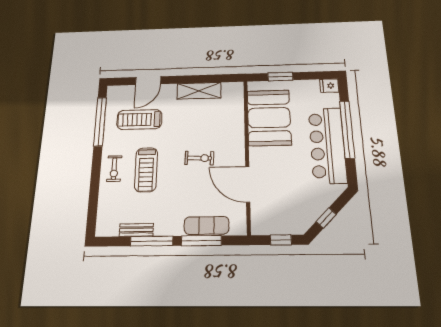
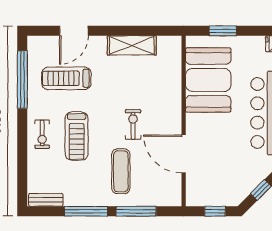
exercise bike: (199, 158) -> (133, 124), turned -92
exercise mat: (207, 225) -> (121, 171), moved, turned 90
bench: (136, 230) -> (46, 200), moved

